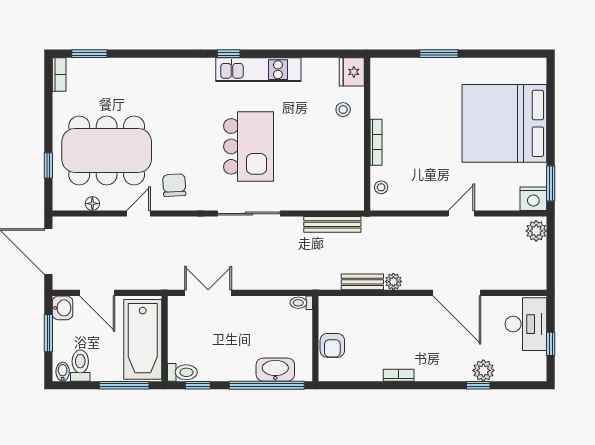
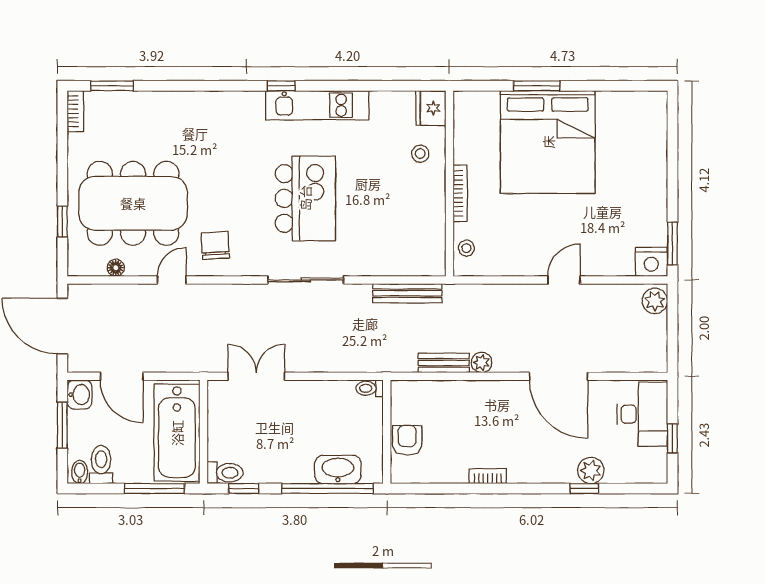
bed: (504, 123) -> (548, 142), moved, turned -90
armchair: (332, 345) -> (407, 440), turned 180

